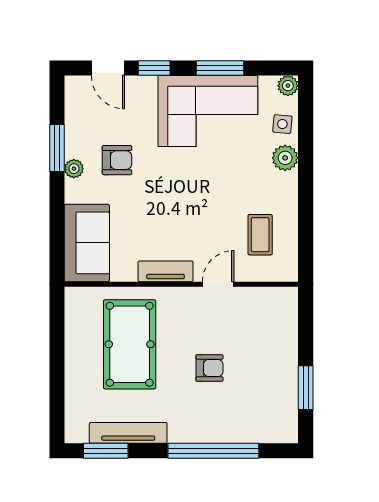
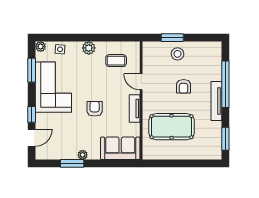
window: (220, 68) -> (32, 70), moved
plant: (285, 158) -> (89, 48), moved
armchair: (117, 160) -> (95, 109), moved
stool: (273, 356) -> (177, 54), added
armchair: (209, 368) -> (184, 86), turned 180
window: (306, 388) -> (172, 38), moved
tv unit: (128, 433) -> (216, 101), moved

